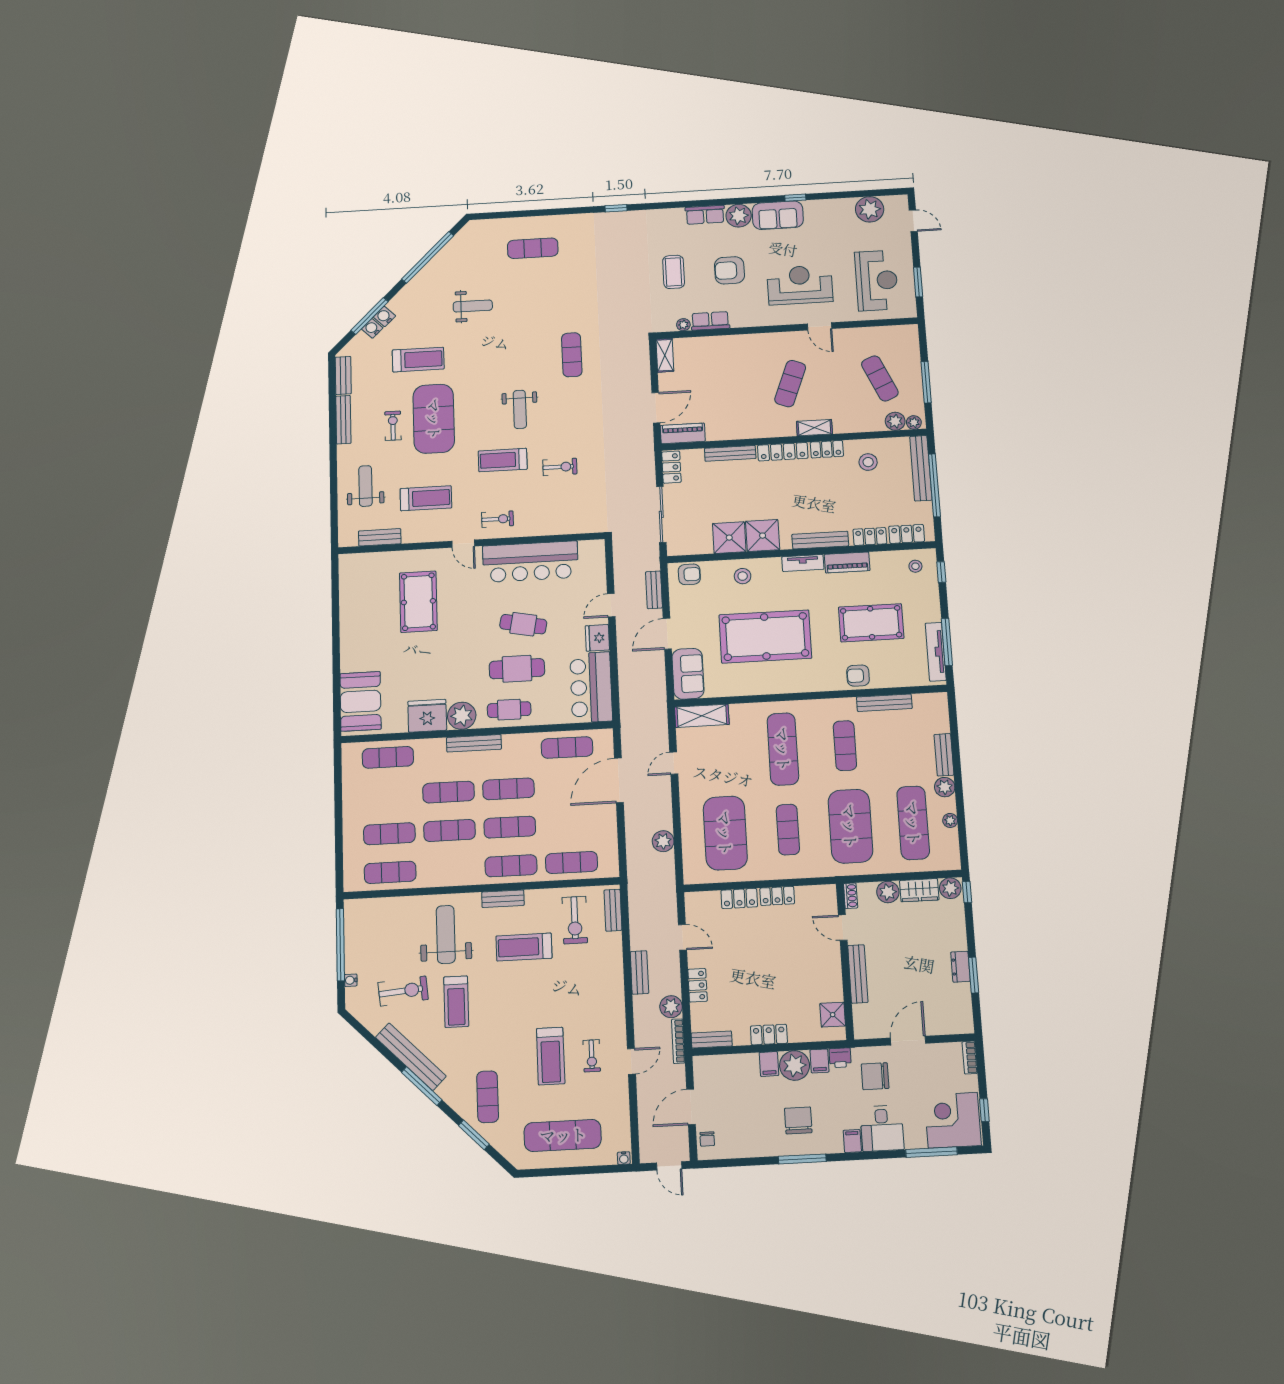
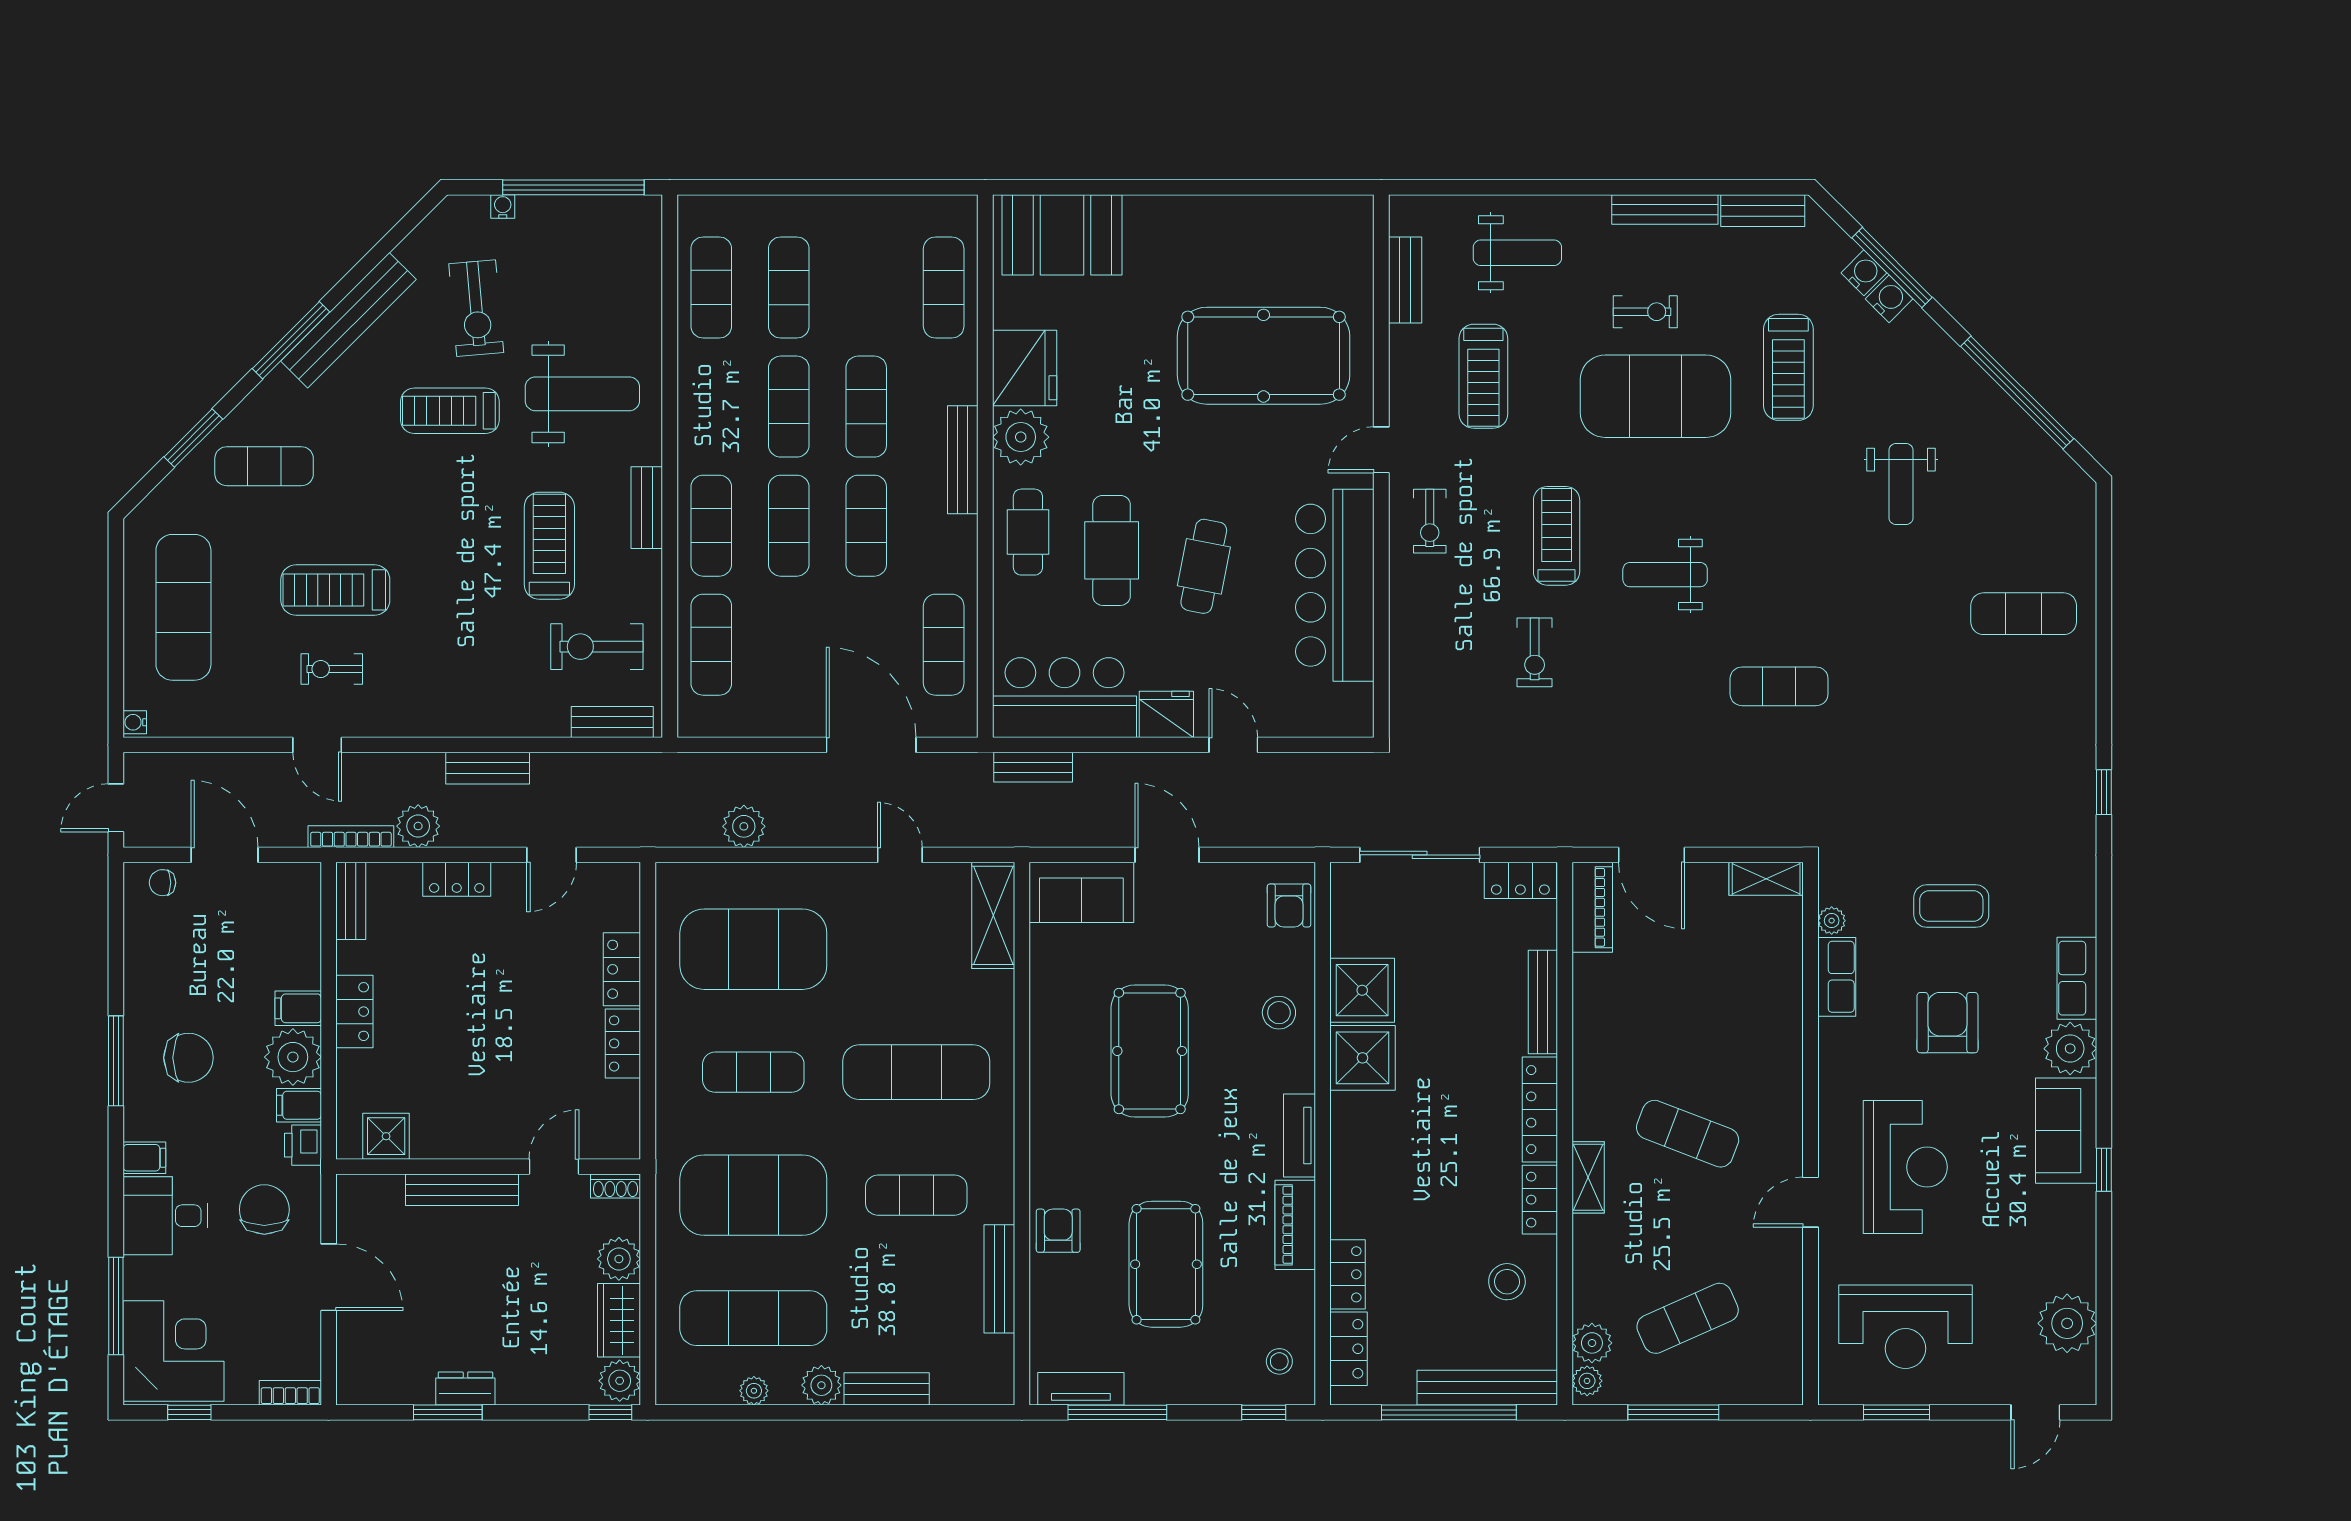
exercise mat: (533, 248) -> (2024, 614), turned 90
bench: (820, 540) -> (1346, 1174), removed
bench: (654, 590) -> (1033, 767), moved
pool table: (418, 602) -> (1264, 356), width x1.36, depth x1.32
pool table: (765, 637) -> (1150, 1051), width x0.73, depth x0.76
tv unit: (936, 652) -> (1081, 1389), width x0.71

